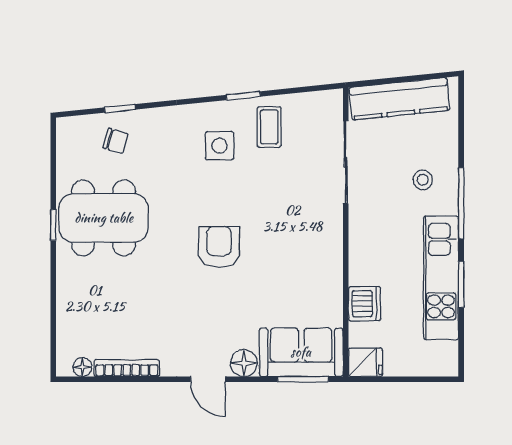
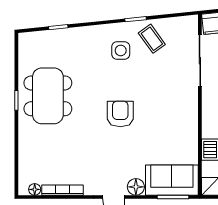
coffee table: (269, 127) -> (152, 39), turned -36
chair: (116, 141) -> (56, 48), removed
dining table: (104, 218) -> (48, 96), turned 90

